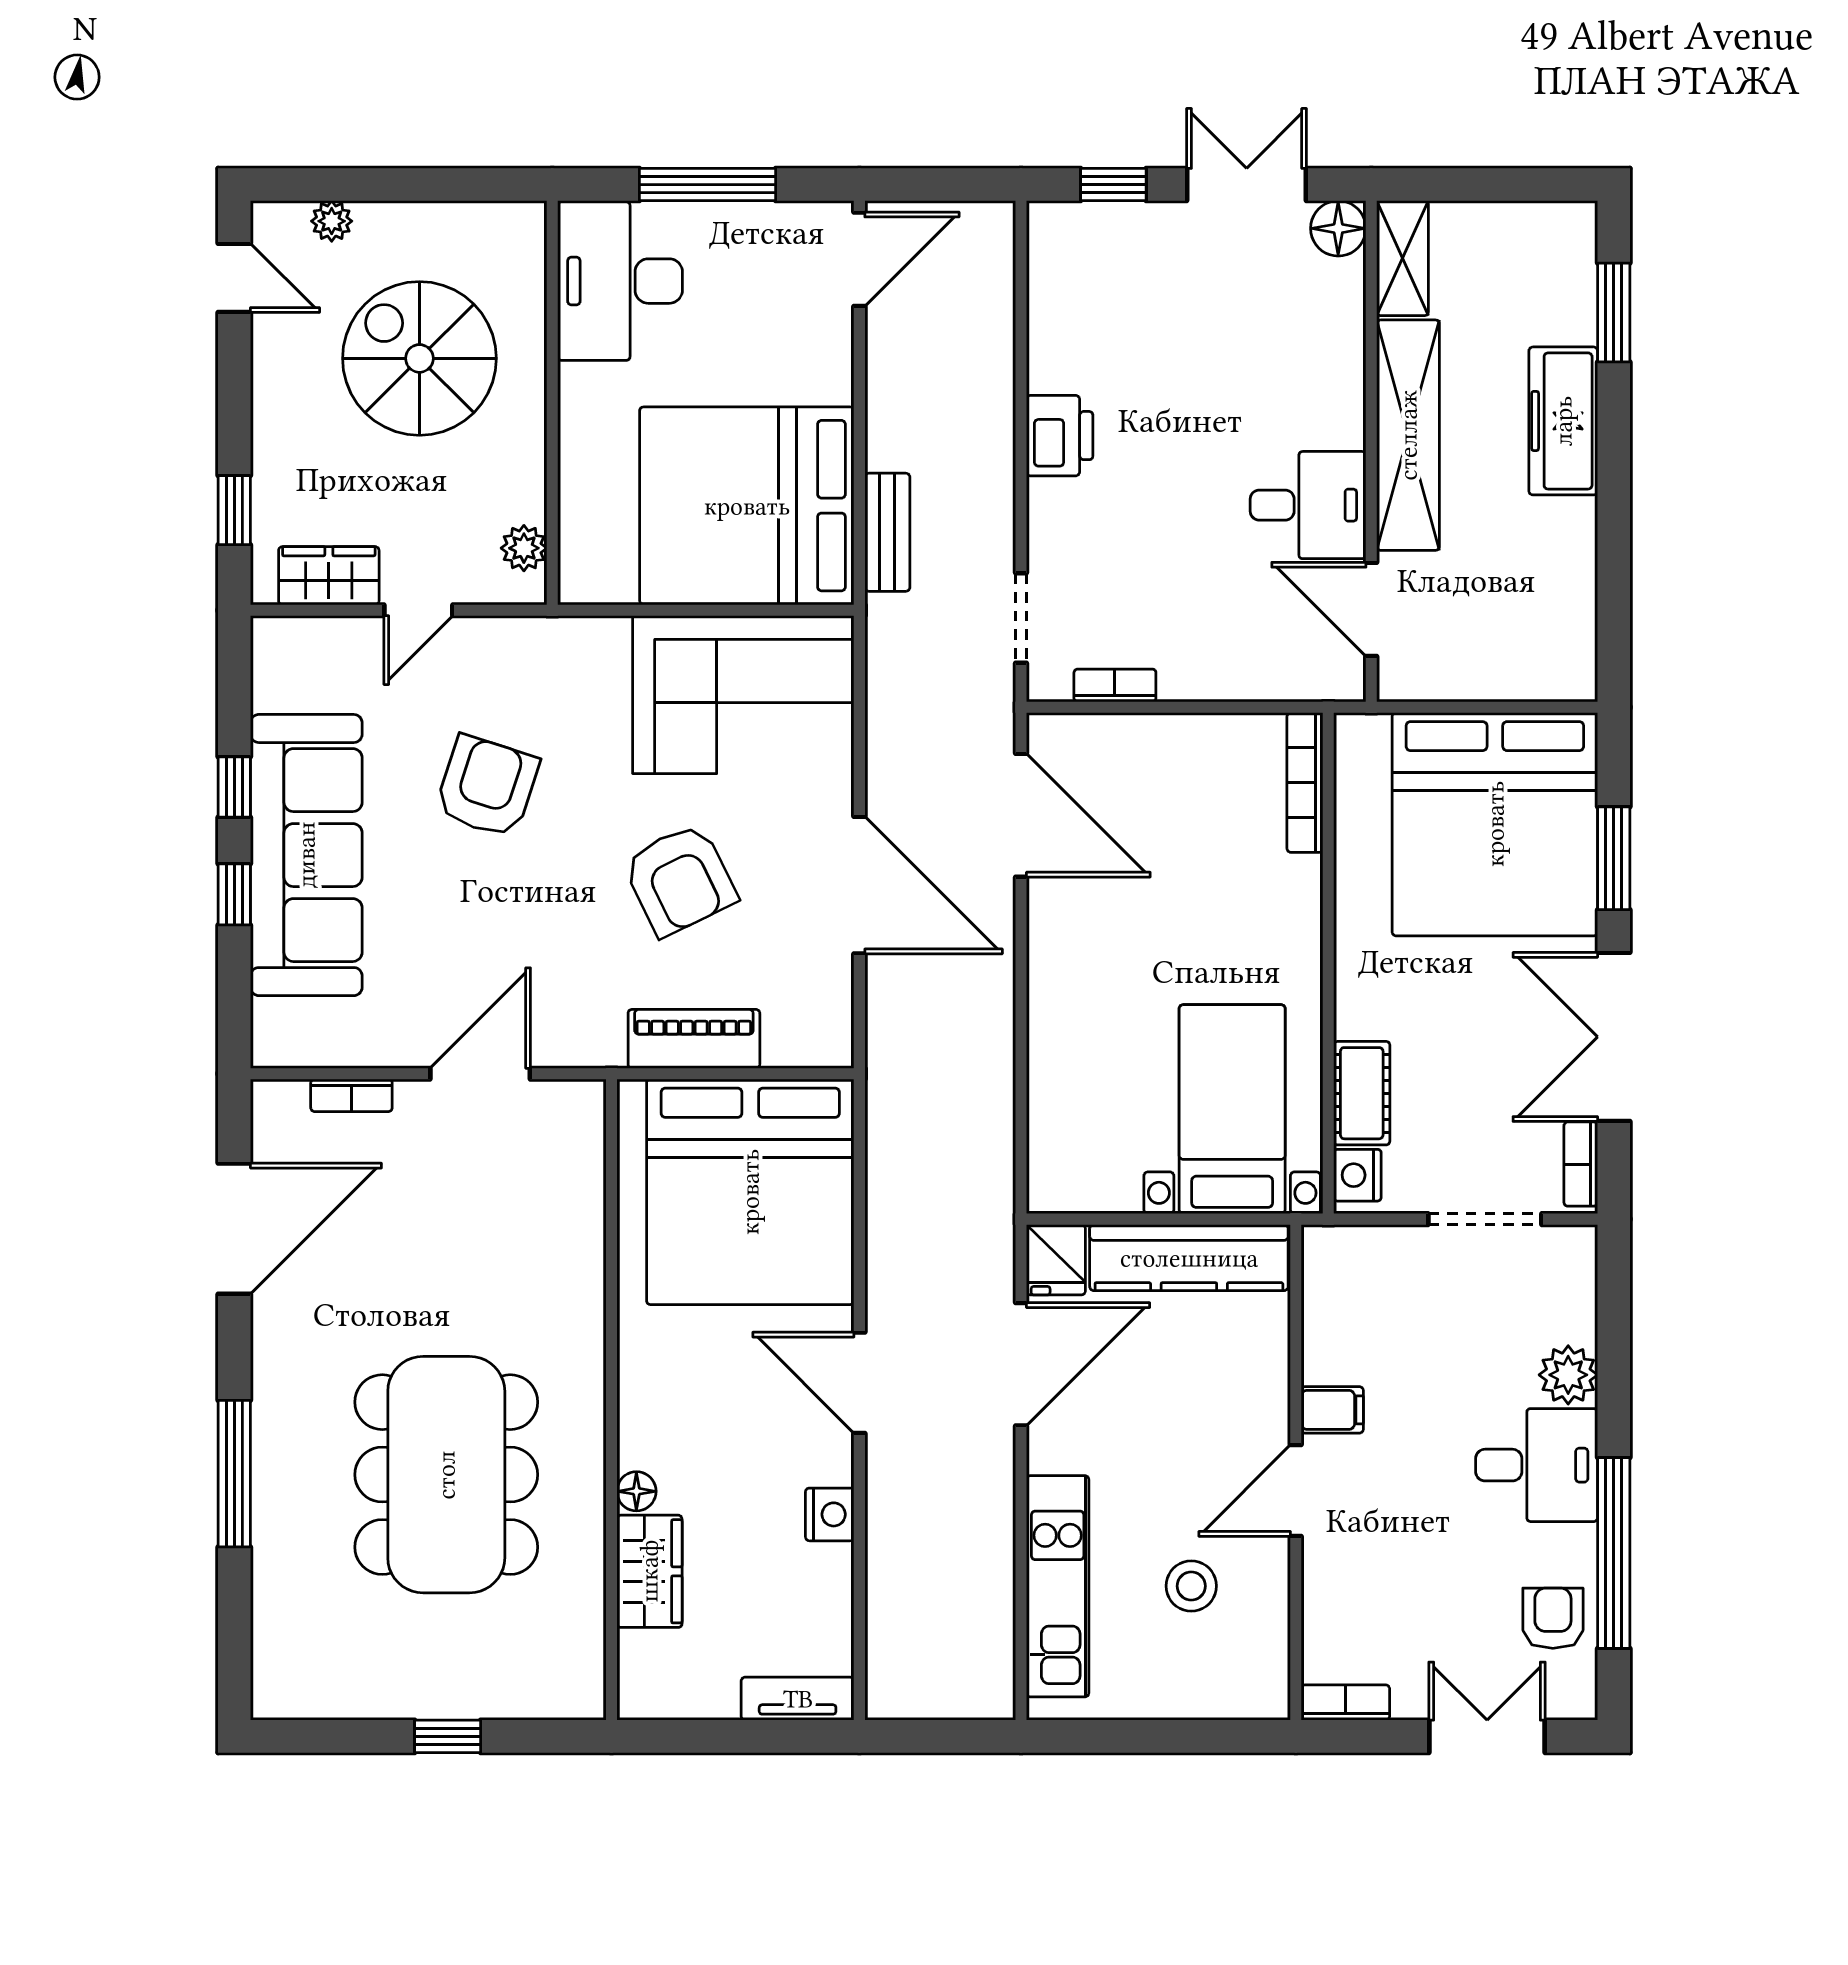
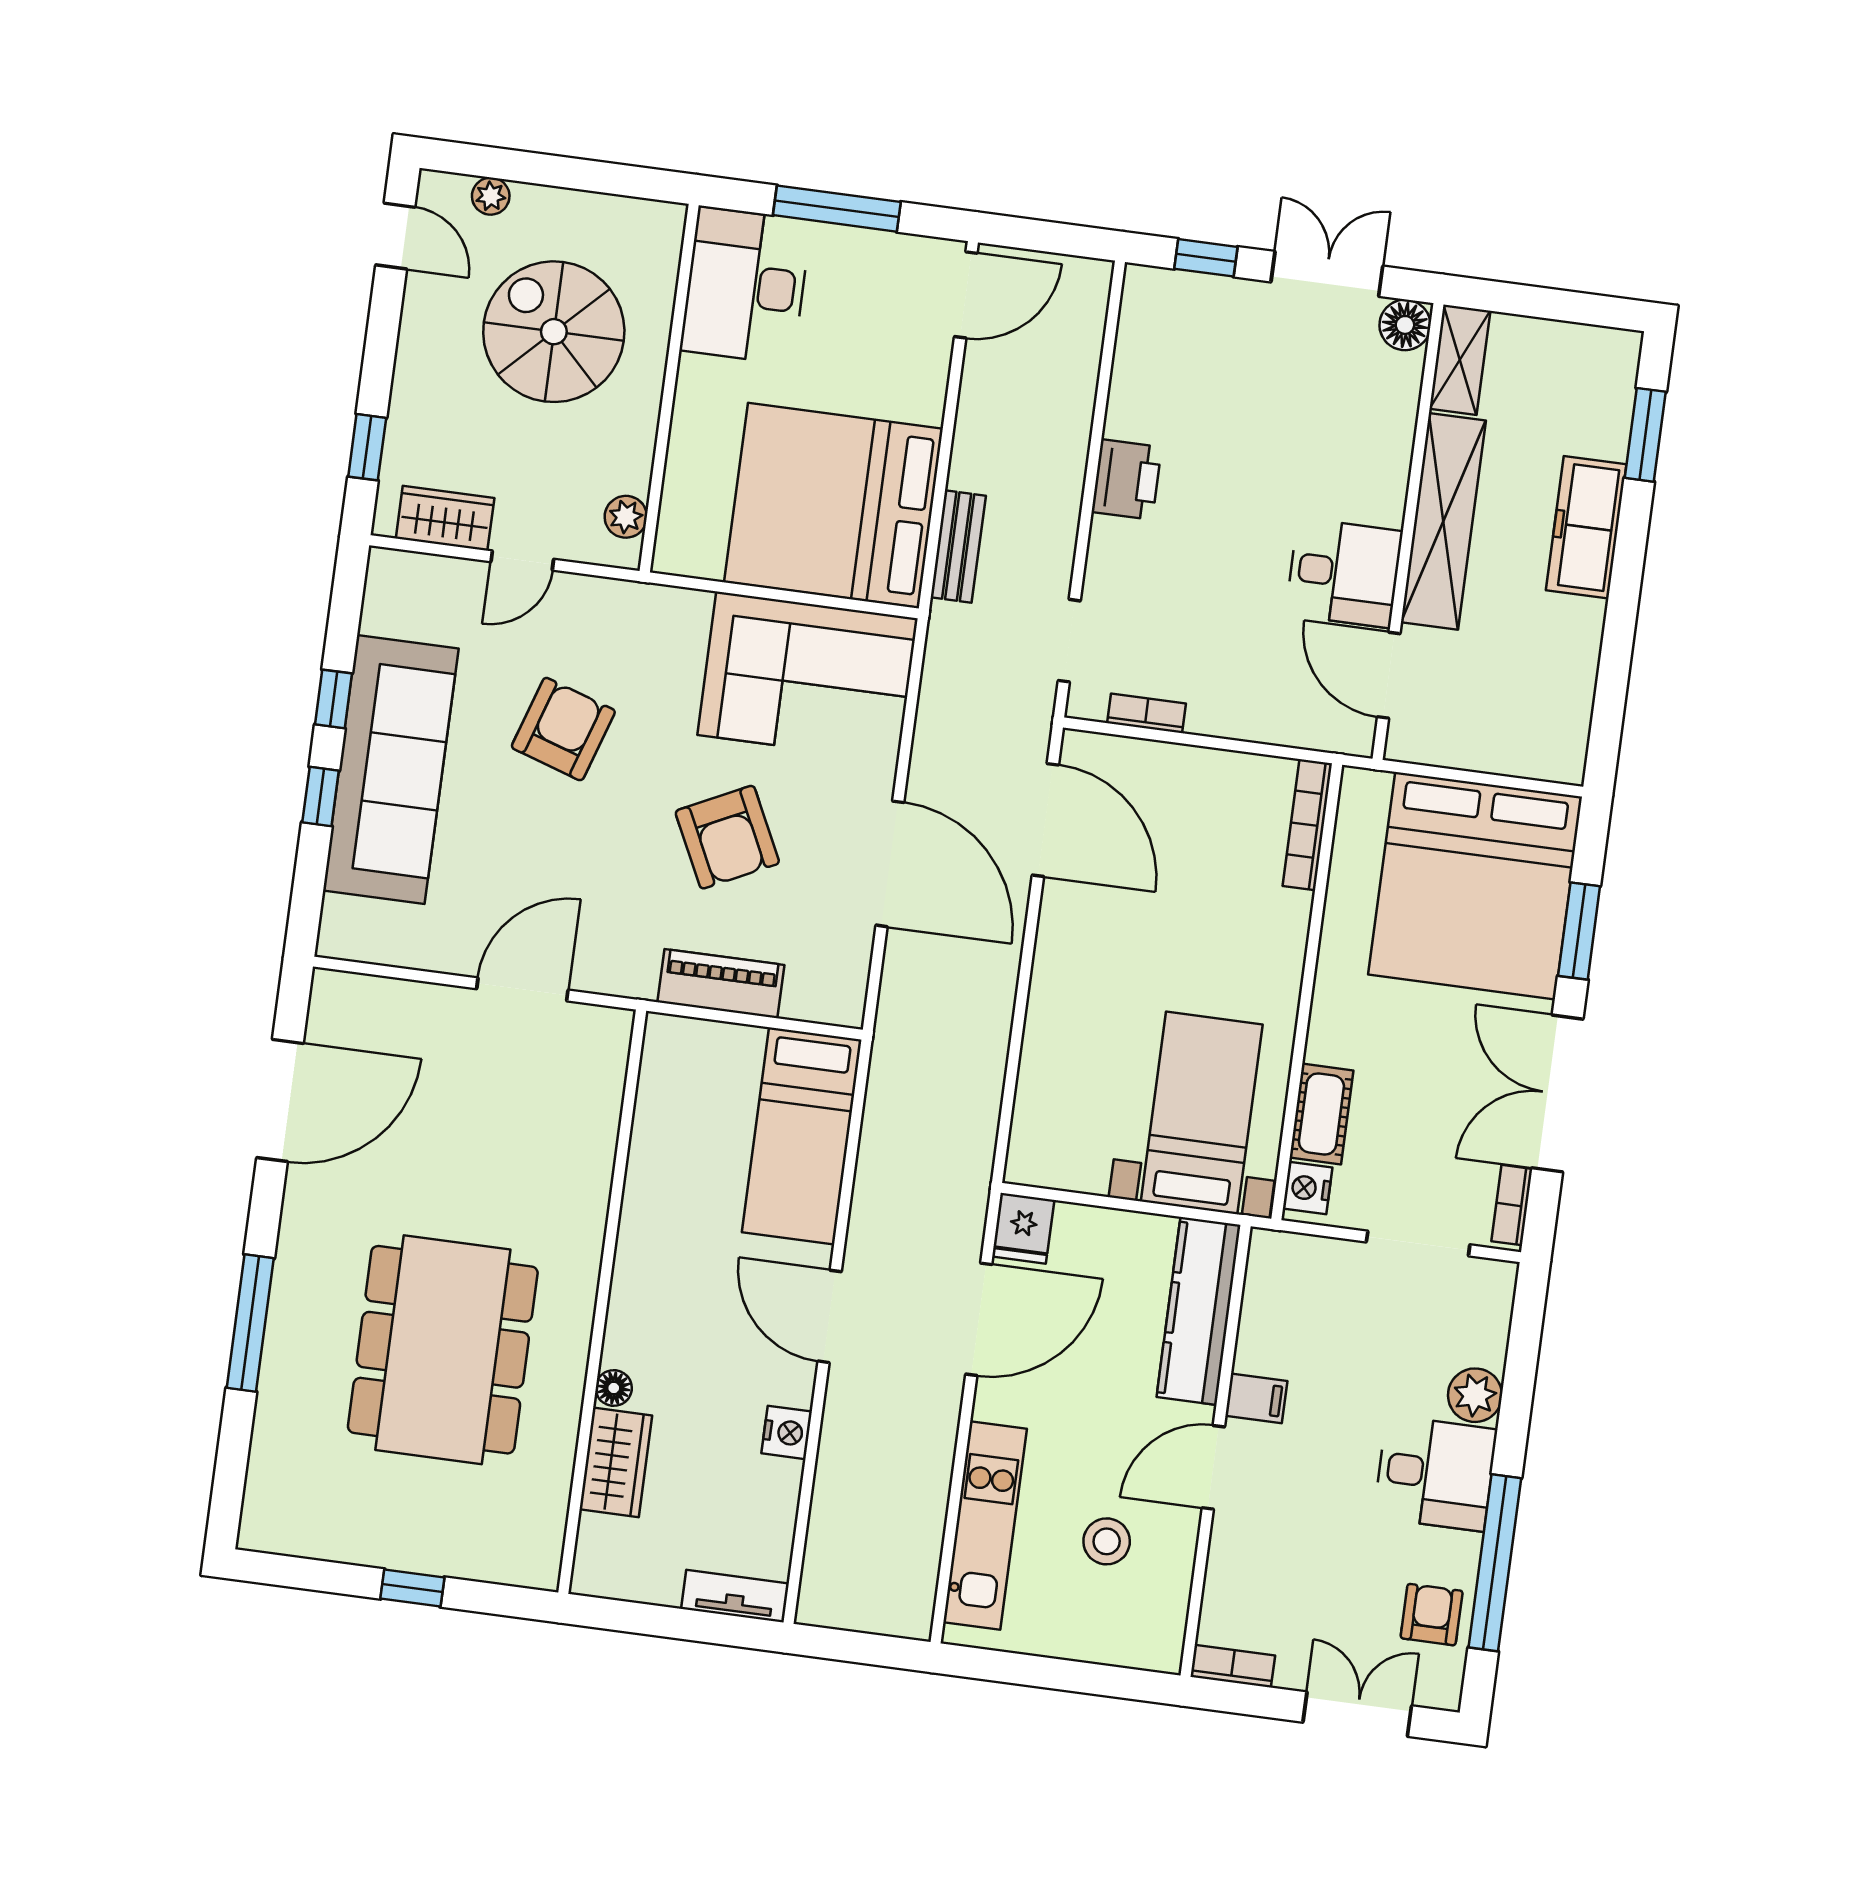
bookcase: (351, 1095) -> (403, 993), removed
bed: (750, 1192) -> (802, 1136), width x0.49
kitchen counter: (1189, 1258) -> (1199, 1311), moved, turned 90

